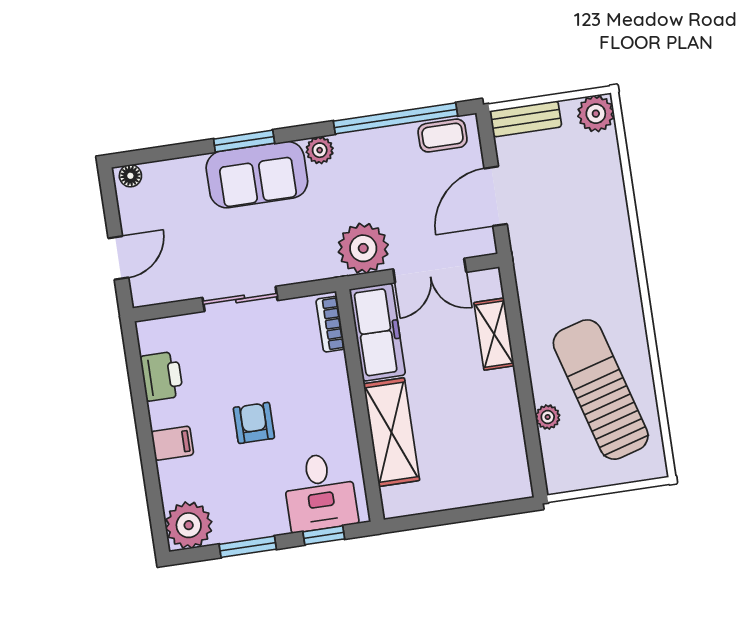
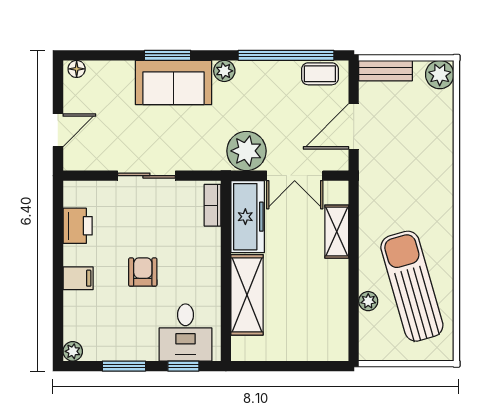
plant: (189, 525) -> (73, 351), width x0.53, depth x0.53

